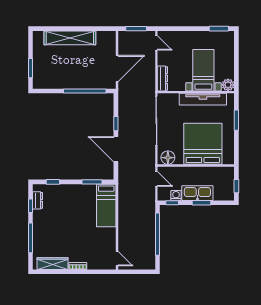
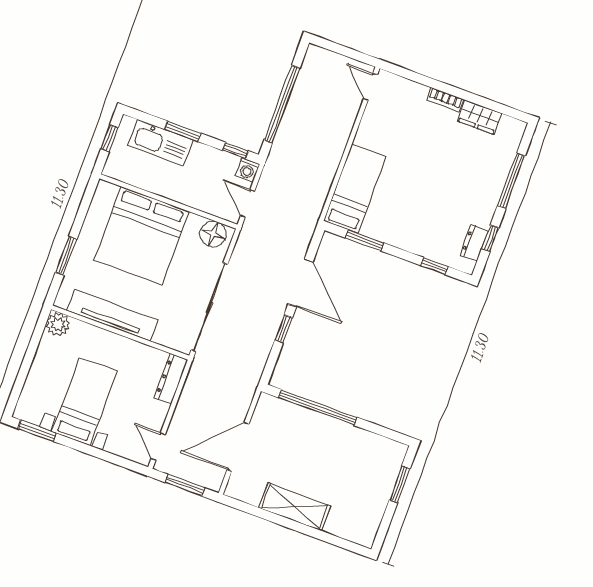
shelving: (70, 38) -> (295, 507), width x0.68
door: (117, 68) -> (238, 447), moved
bed with nightstands: (203, 70) -> (85, 402), moved, turned 180
kitchen sink: (197, 193) -> (160, 143), moved
washing machine: (176, 195) -> (248, 170), moved
wardrobe: (53, 264) -> (480, 117), width x0.67

